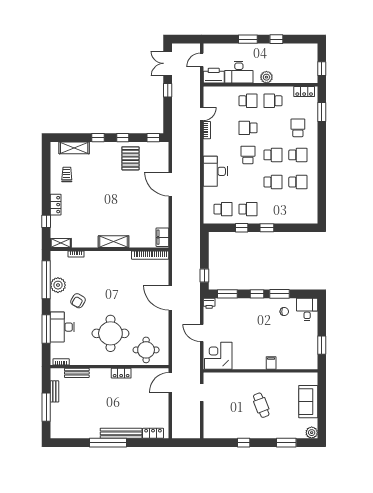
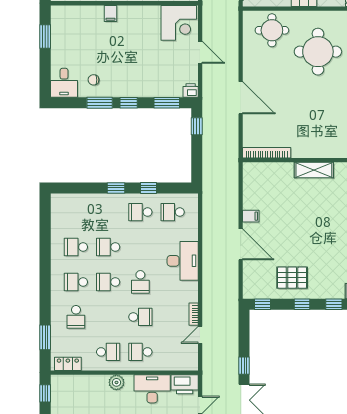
pallet: (130, 158) -> (292, 278), turned 90
filing cabinet: (162, 237) -> (251, 216), moved, width x0.50

